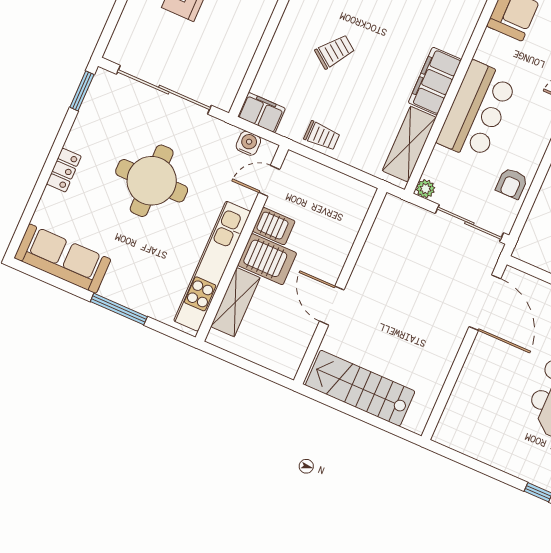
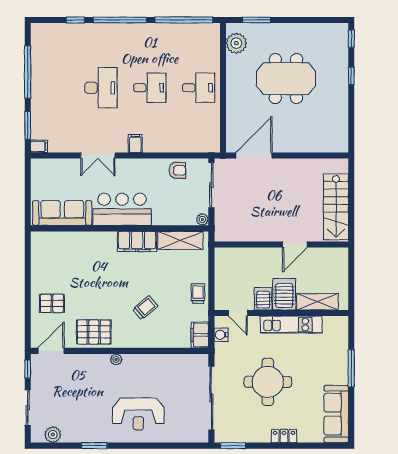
trolley: (335, 51) -> (145, 308), turned 103
bar counter: (477, 111) -> (122, 209), moved
kitchen unit: (212, 266) -> (291, 325), width x0.73

